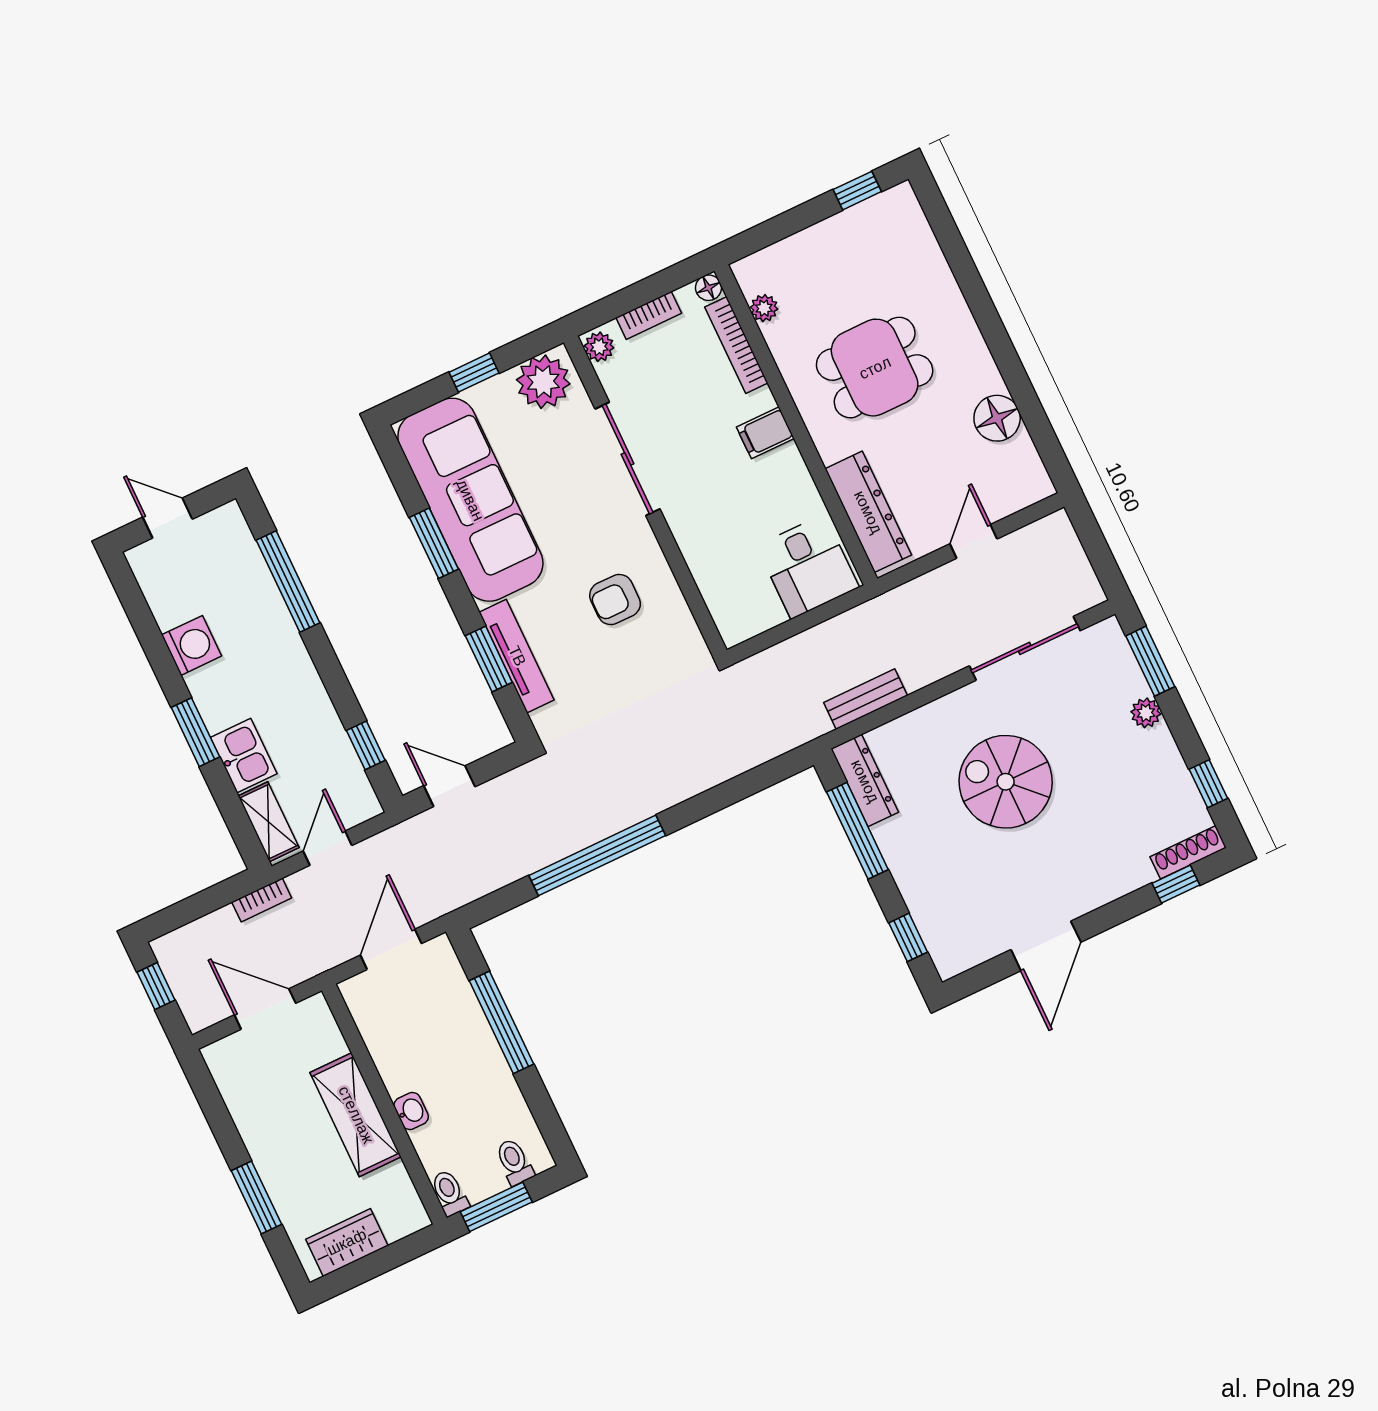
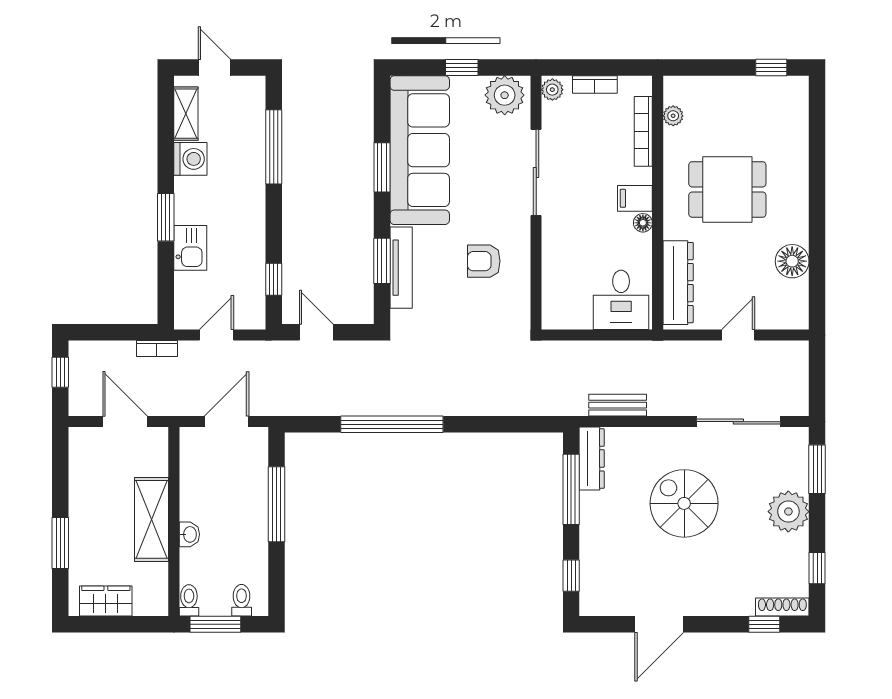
floor lamp: (708, 288) -> (643, 223), moved
plant: (1146, 713) -> (788, 512), width x1.88, depth x1.88
shelving: (269, 822) -> (186, 114), moved

